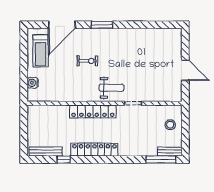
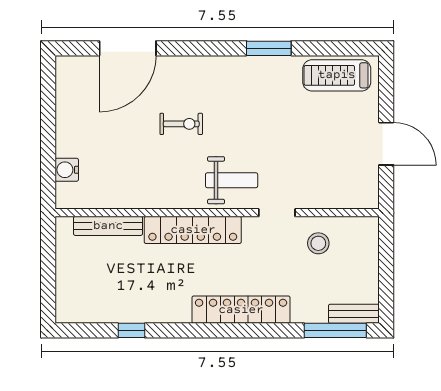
window: (102, 25) -> (269, 48), moved
treadmill: (41, 51) -> (337, 75), moved, turned 90
stool: (170, 125) -> (318, 243), moved
locker: (94, 150) -> (241, 310), moved
bench: (46, 152) -> (108, 226), moved

